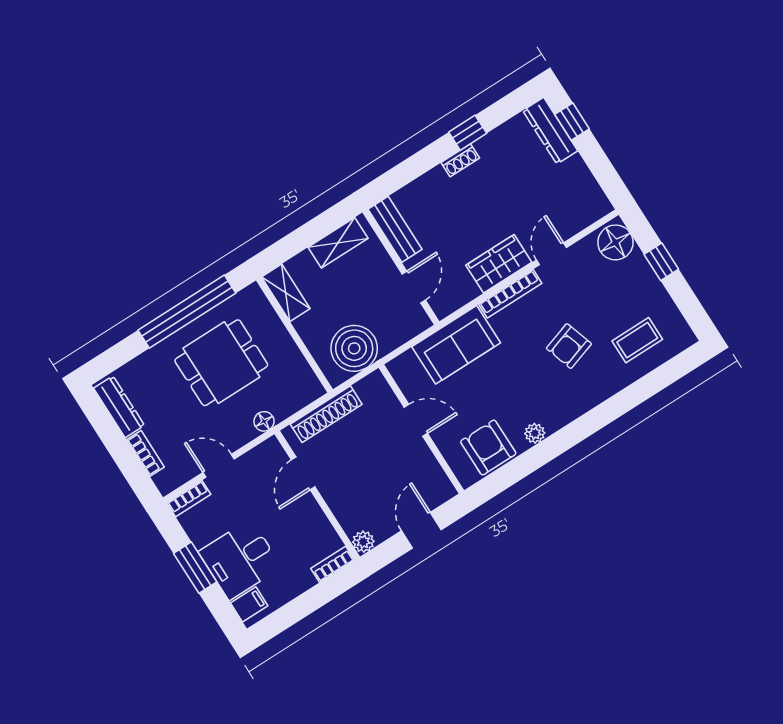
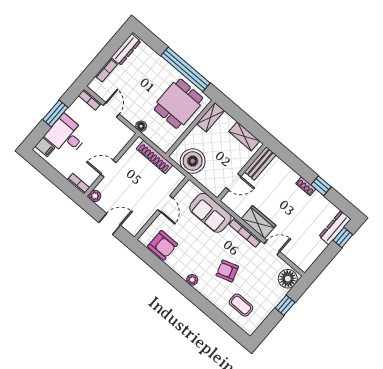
dining table: (221, 363) -> (179, 104), moved, turned 90
plant: (535, 433) -> (192, 280), moved
armchair: (488, 447) -> (163, 245), turned 90
door: (303, 473) -> (108, 168), moved

